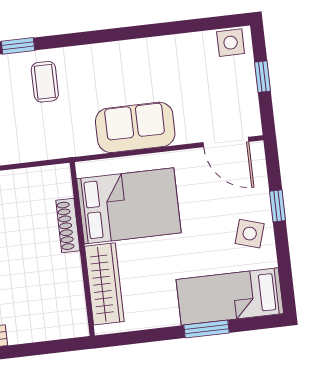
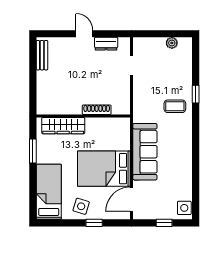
sofa: (135, 127) -> (145, 152), width x1.36
bed: (129, 206) -> (104, 169), moved, turned 90
window: (207, 329) -> (33, 151), moved

